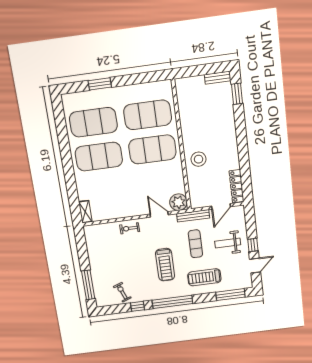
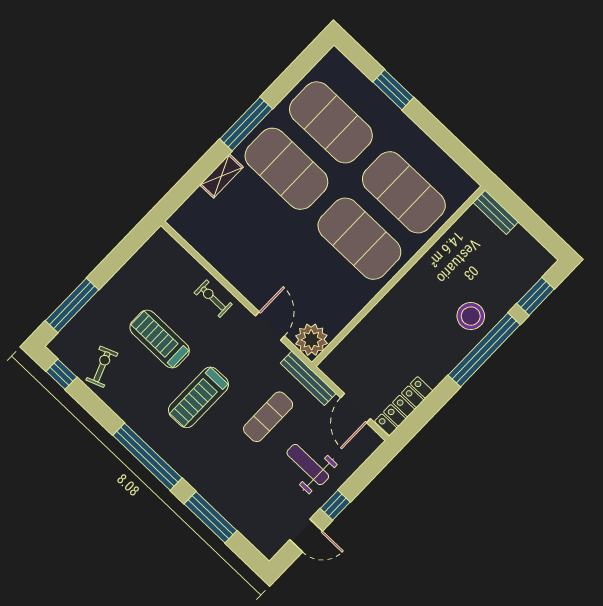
bench: (218, 78) -> (496, 212), moved
window: (241, 134) -> (484, 350), added
window: (67, 158) -> (246, 124), added
stool: (199, 159) -> (471, 316), moved
door: (221, 206) -> (356, 408), hinge flipped
shelving: (85, 212) -> (221, 176), moved
treadmill: (204, 277) -> (160, 339), moved
window: (230, 295) -> (210, 517), moved
window: (137, 306) -> (61, 374), moved

